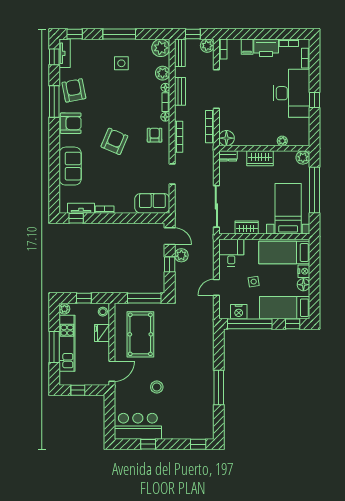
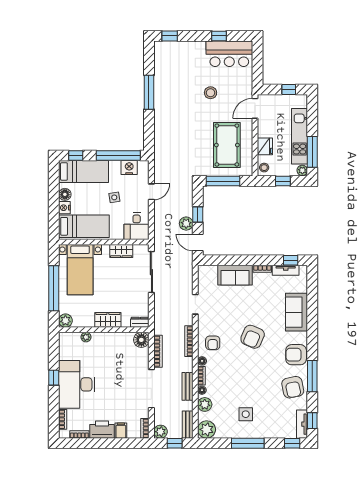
sofa: (152, 203) -> (235, 275), moved
window: (54, 347) -> (312, 152), moved

